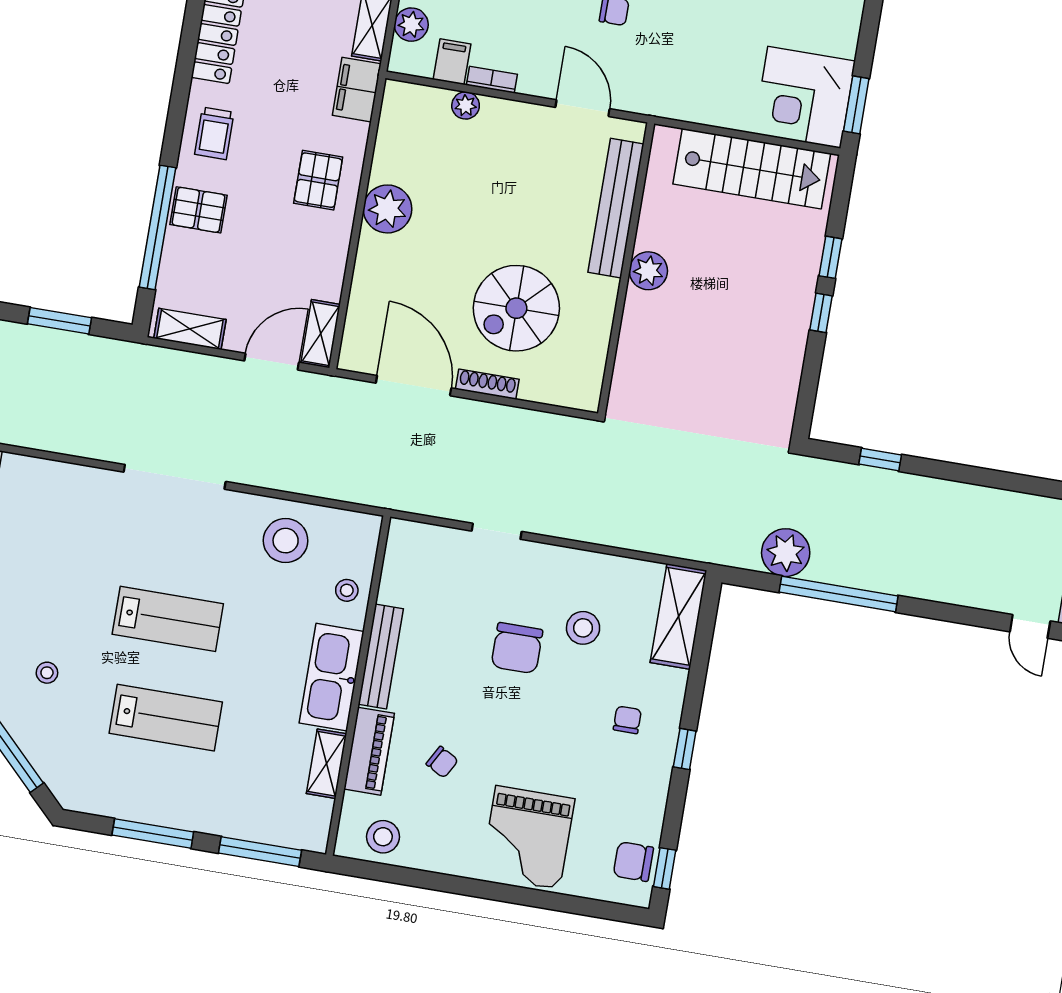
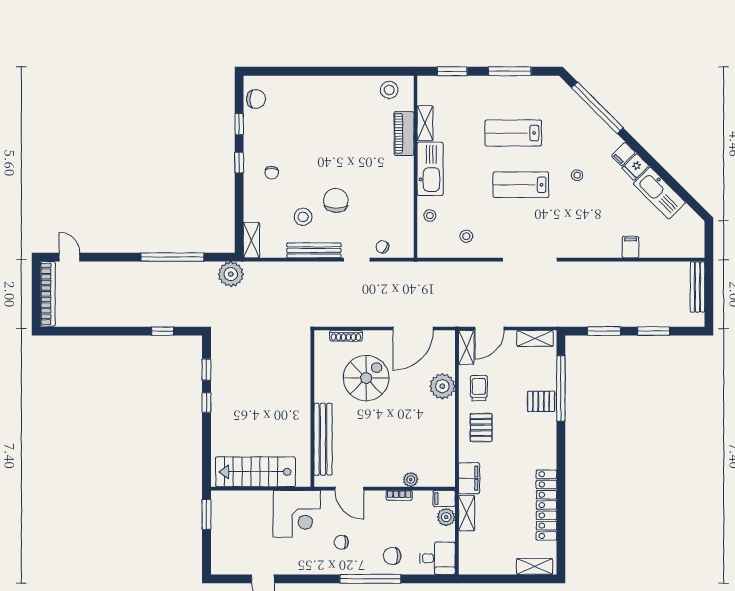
filing cabinet: (452, 62) -> (444, 499), moved, turned 90
corner desk: (804, 97) -> (297, 514), moved, turned 90
trolley: (214, 133) -> (479, 388), moved
plant: (388, 209) -> (442, 386), moved
window: (830, 257) -> (206, 369), moved
plant: (648, 271) -> (300, 409), removed
shoe rack: (487, 384) -> (346, 336), moved
door: (414, 386) -> (413, 329), hinge flipped
stool: (286, 541) -> (466, 236), width x0.53, depth x0.53
plant: (786, 553) -> (231, 274), moved
shelving: (679, 616) -> (251, 240), width x0.67, depth x0.75
bench: (381, 657) -> (314, 250), moved, turned 90
stool: (47, 673) -> (577, 175), moved
chair: (442, 762) -> (382, 247), moved
grand piano: (528, 838) -> (313, 102), removed
window: (260, 852) -> (452, 71), width x0.69
window: (665, 868) -> (239, 124), moved

